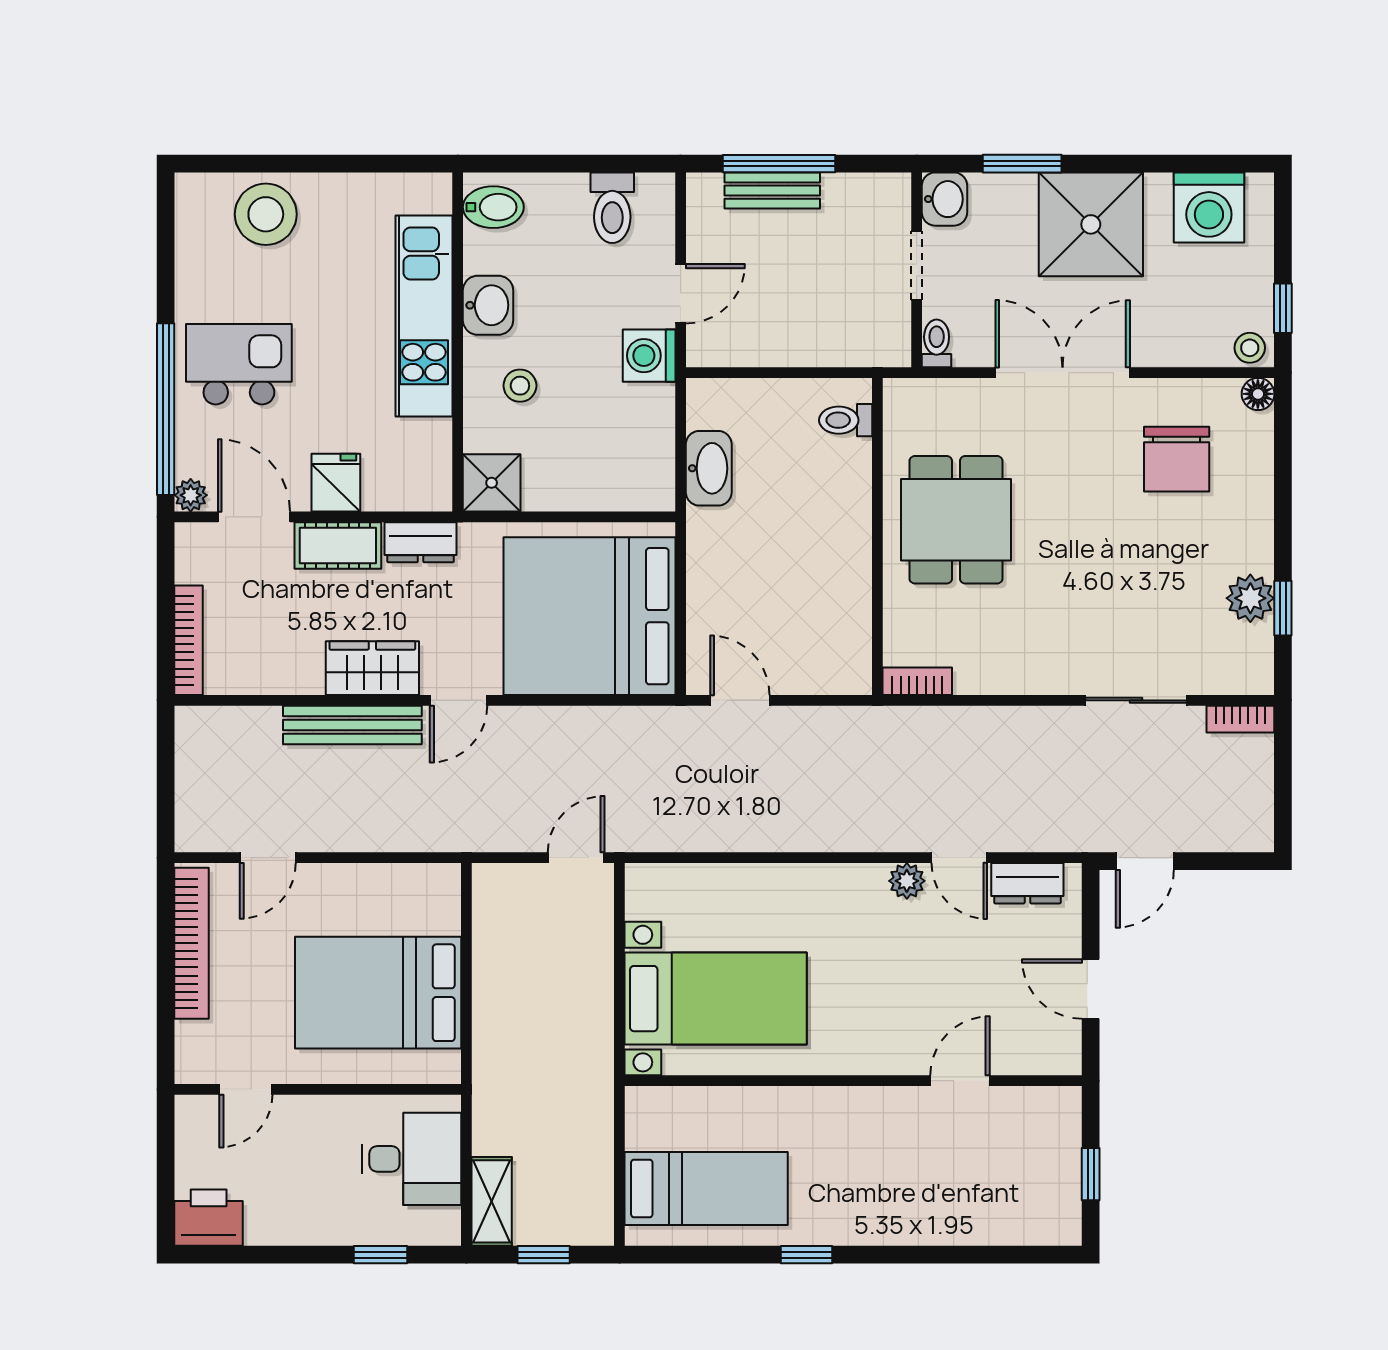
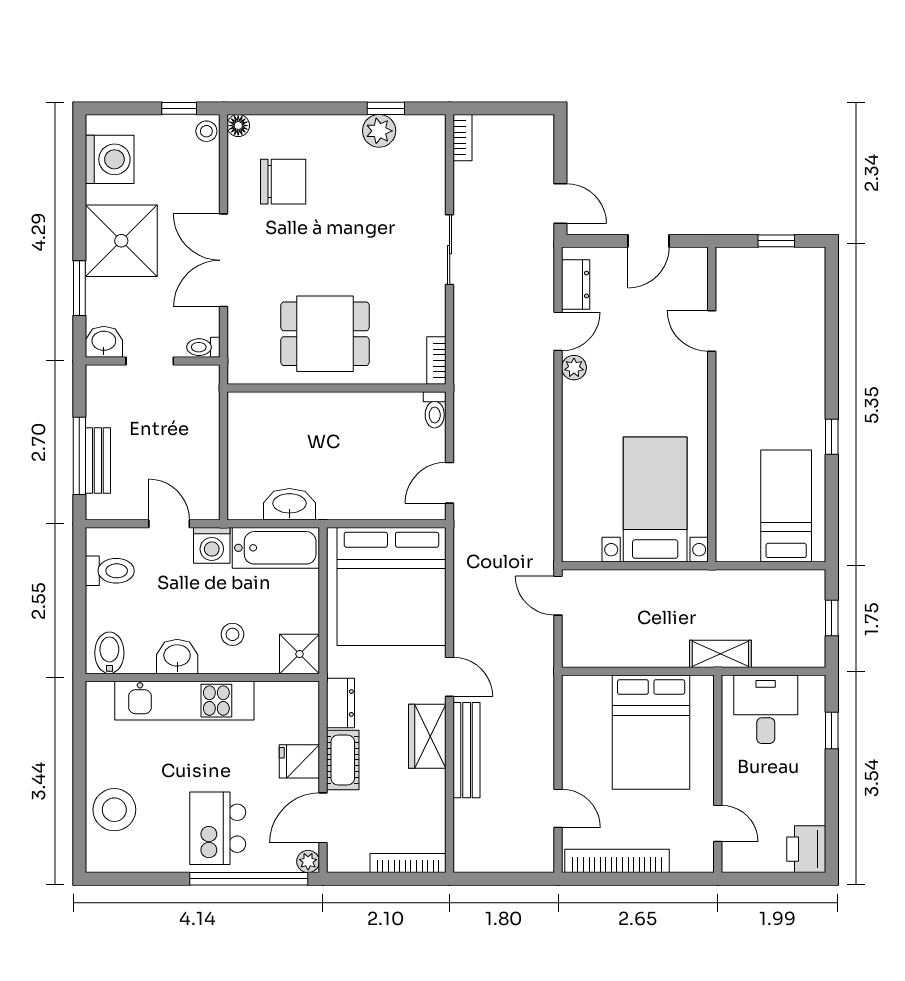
toilet: (846, 420) -> (435, 410), moved
bathtub: (646, 448) -> (276, 548), added
sliding door: (1136, 700) -> (450, 250), moved
shelving: (492, 1201) -> (720, 654), moved

